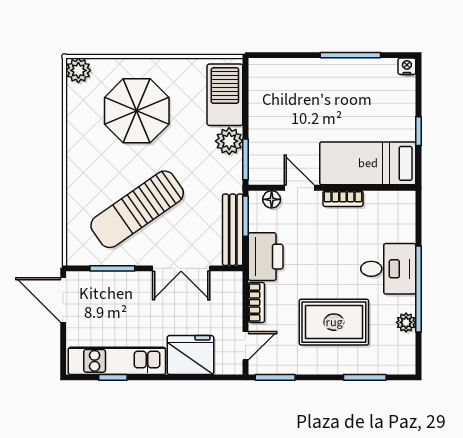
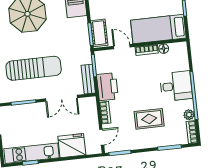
plant: (229, 141) -> (80, 25), removed
cot: (261, 159) -> (99, 33), added
floor lamp: (272, 199) -> (164, 49), moved
sun lounger: (137, 209) -> (34, 68), turned -145
bench: (233, 230) -> (88, 79), width x0.73
rug: (334, 322) -> (149, 119), width x0.73, depth x0.70
bookcase: (408, 354) -> (192, 132), added

